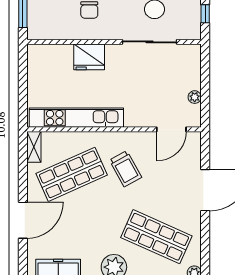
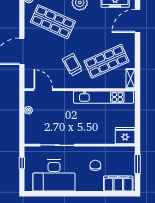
fridge: (89, 57) -> (125, 136), moved
door: (171, 129) -> (43, 90), hinge flipped
door: (23, 220) -> (137, 21), moved

